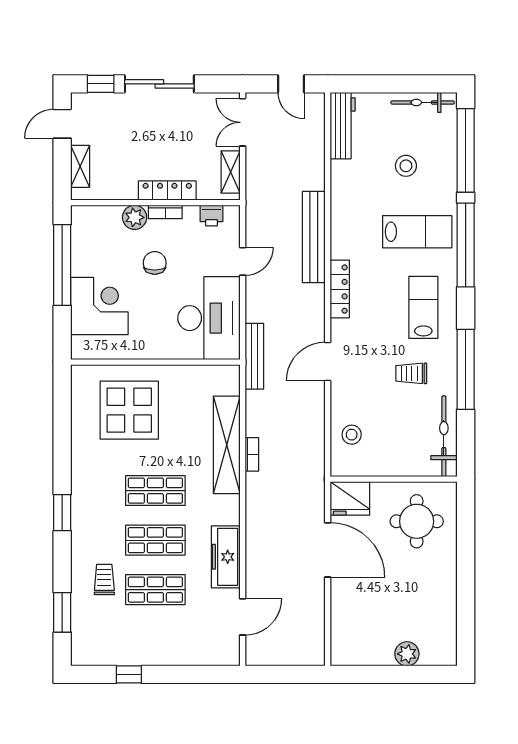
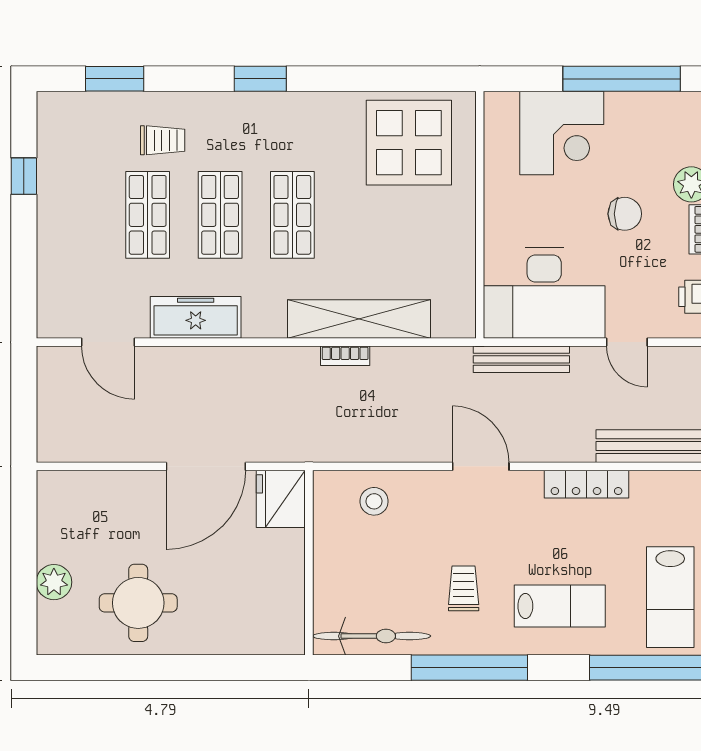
bench: (254, 356) -> (521, 359), moved
display table: (129, 410) -> (409, 143), moved
round table: (417, 521) -> (138, 603), moved

